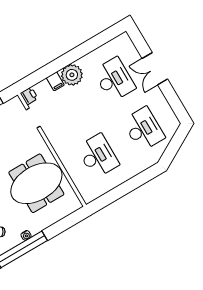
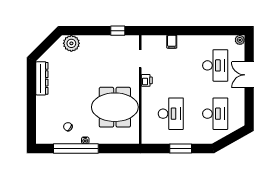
plant: (72, 75) -> (240, 40), moved, width x0.53, depth x0.53
printer: (29, 96) -> (147, 80), moved
window: (129, 186) -> (181, 148), added

